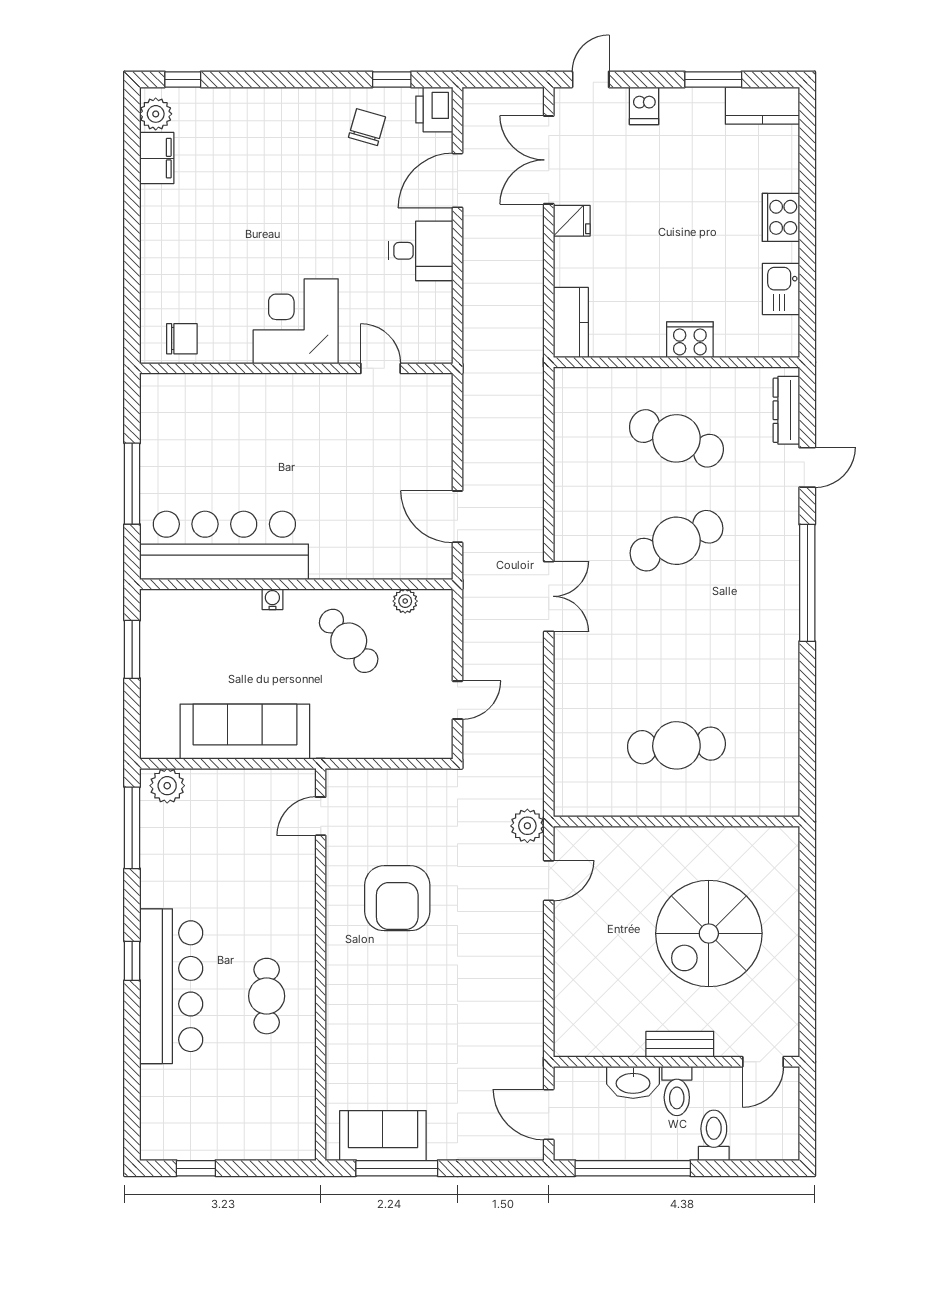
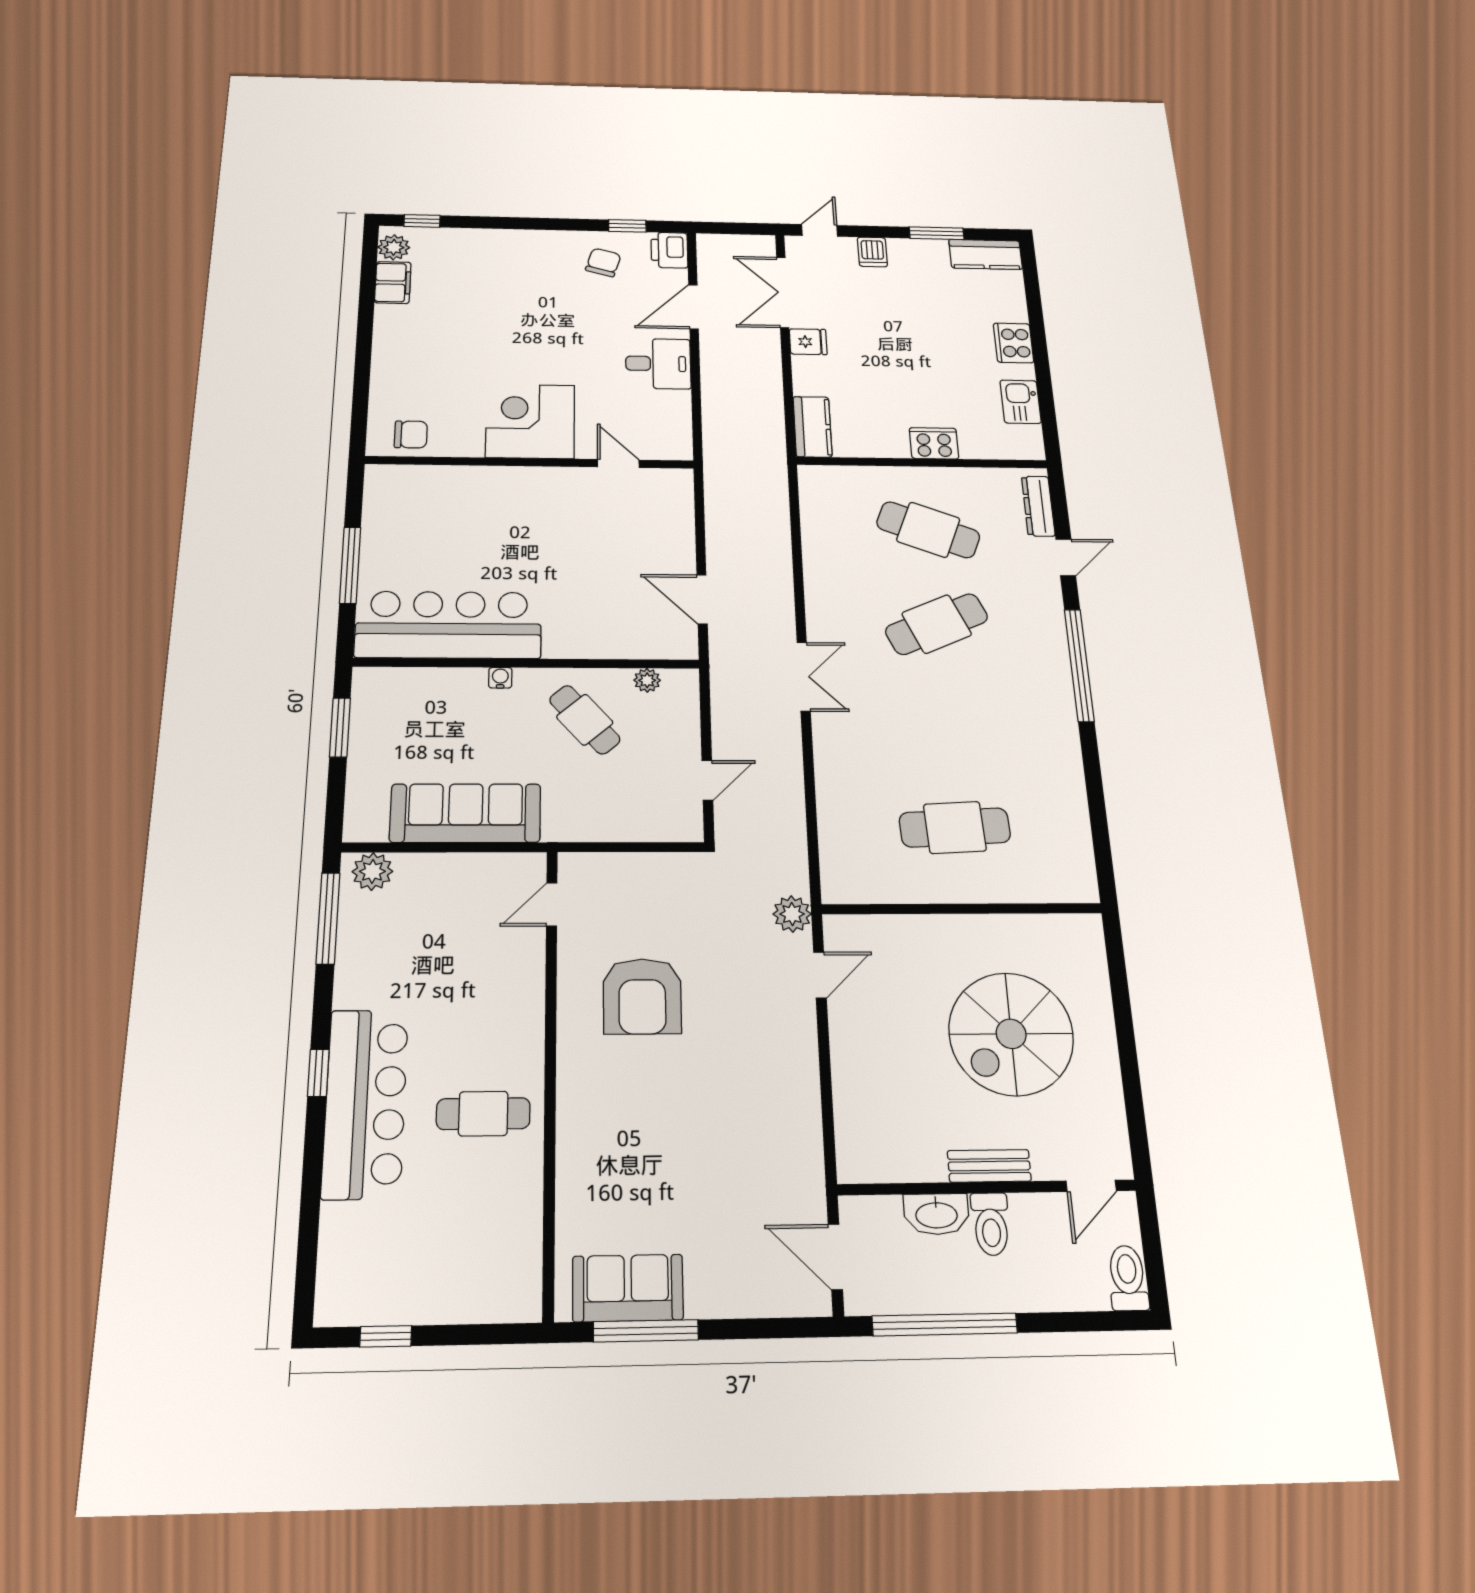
cafe table: (267, 996) -> (483, 1114), turned 90
toilet: (714, 1135) -> (1128, 1278), moved

